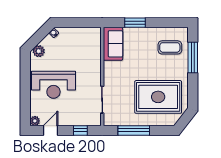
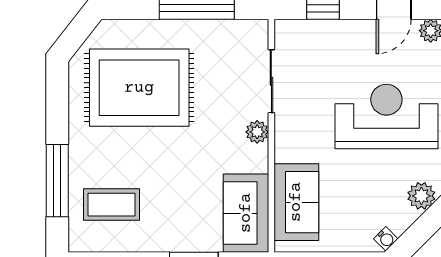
sofa: (92, 48) -> (296, 202), added
plant: (108, 78) -> (257, 132), added

